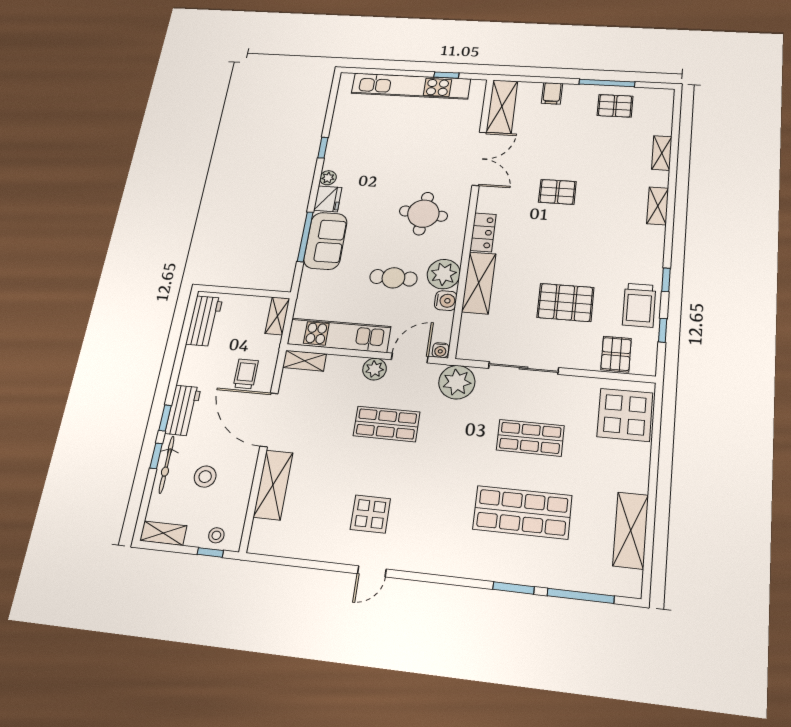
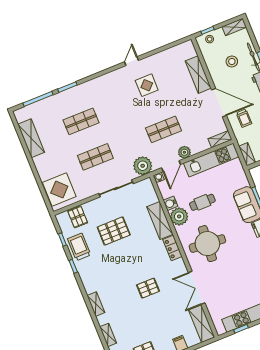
round table: (423, 214) -> (207, 244), width x1.36, depth x1.36
shop shelf: (522, 512) -> (81, 121), width x0.70, depth x0.74

